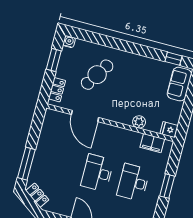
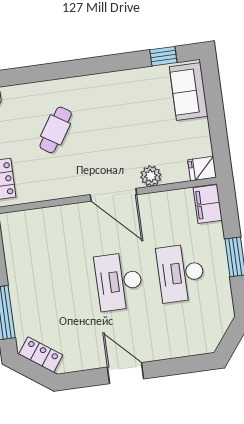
cafe table: (97, 75) -> (56, 130), width x0.73, depth x0.74
door: (85, 116) -> (113, 195), moved
filing cabinet: (152, 143) -> (208, 204), moved, turned 90

